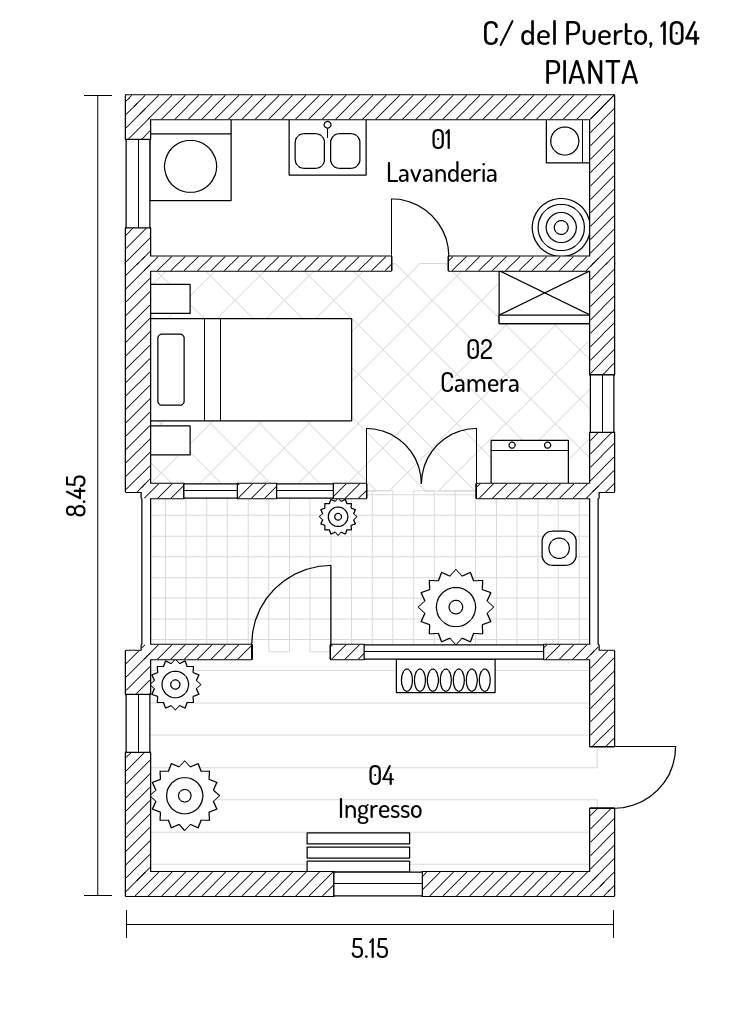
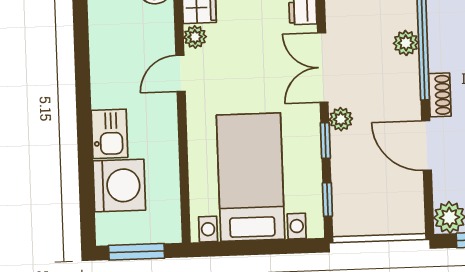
washing machine: (191, 160) -> (119, 186), moved
plant: (477, 289) -> (195, 37), added
plant: (456, 607) -> (406, 43), width x0.53, depth x0.53
shoe rack: (446, 676) -> (440, 95), moved, width x0.70

